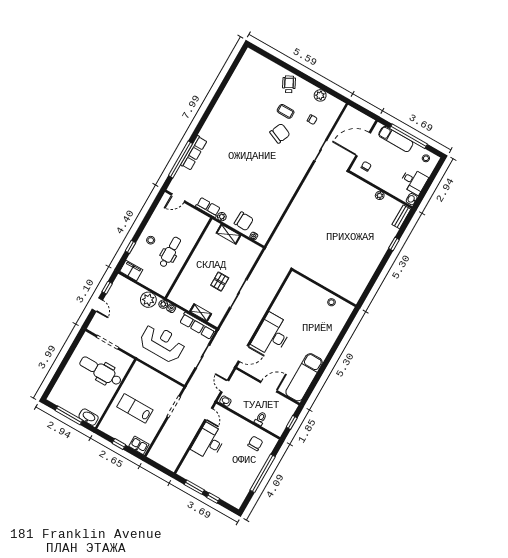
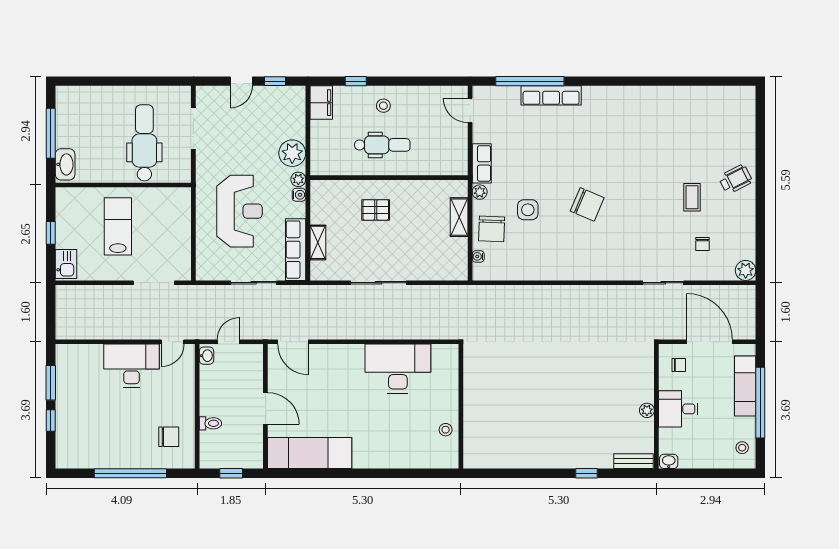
plant: (320, 95) -> (746, 270), moved
chair: (280, 133) -> (587, 204), moved
desk: (414, 181) -> (678, 409), moved, turned 90
side table: (245, 198) -> (528, 210), added
pallet: (220, 282) -> (376, 210), moved
desk: (272, 335) -> (398, 369), moved

